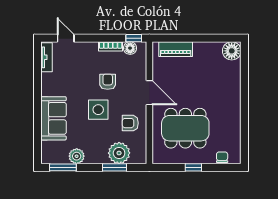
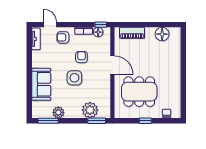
floor lamp: (232, 51) -> (162, 34), moved
armchair: (130, 123) -> (63, 37), moved
window: (114, 167) -> (97, 121), moved

